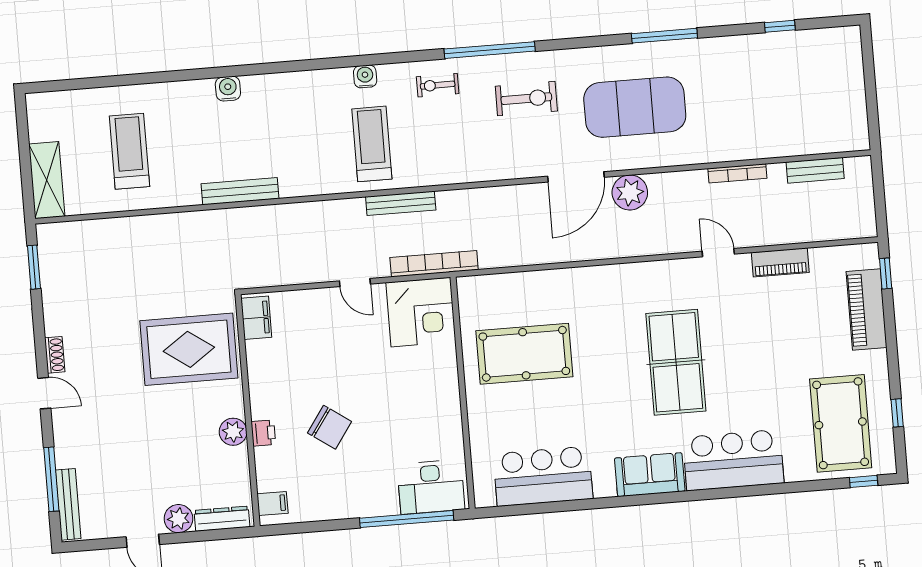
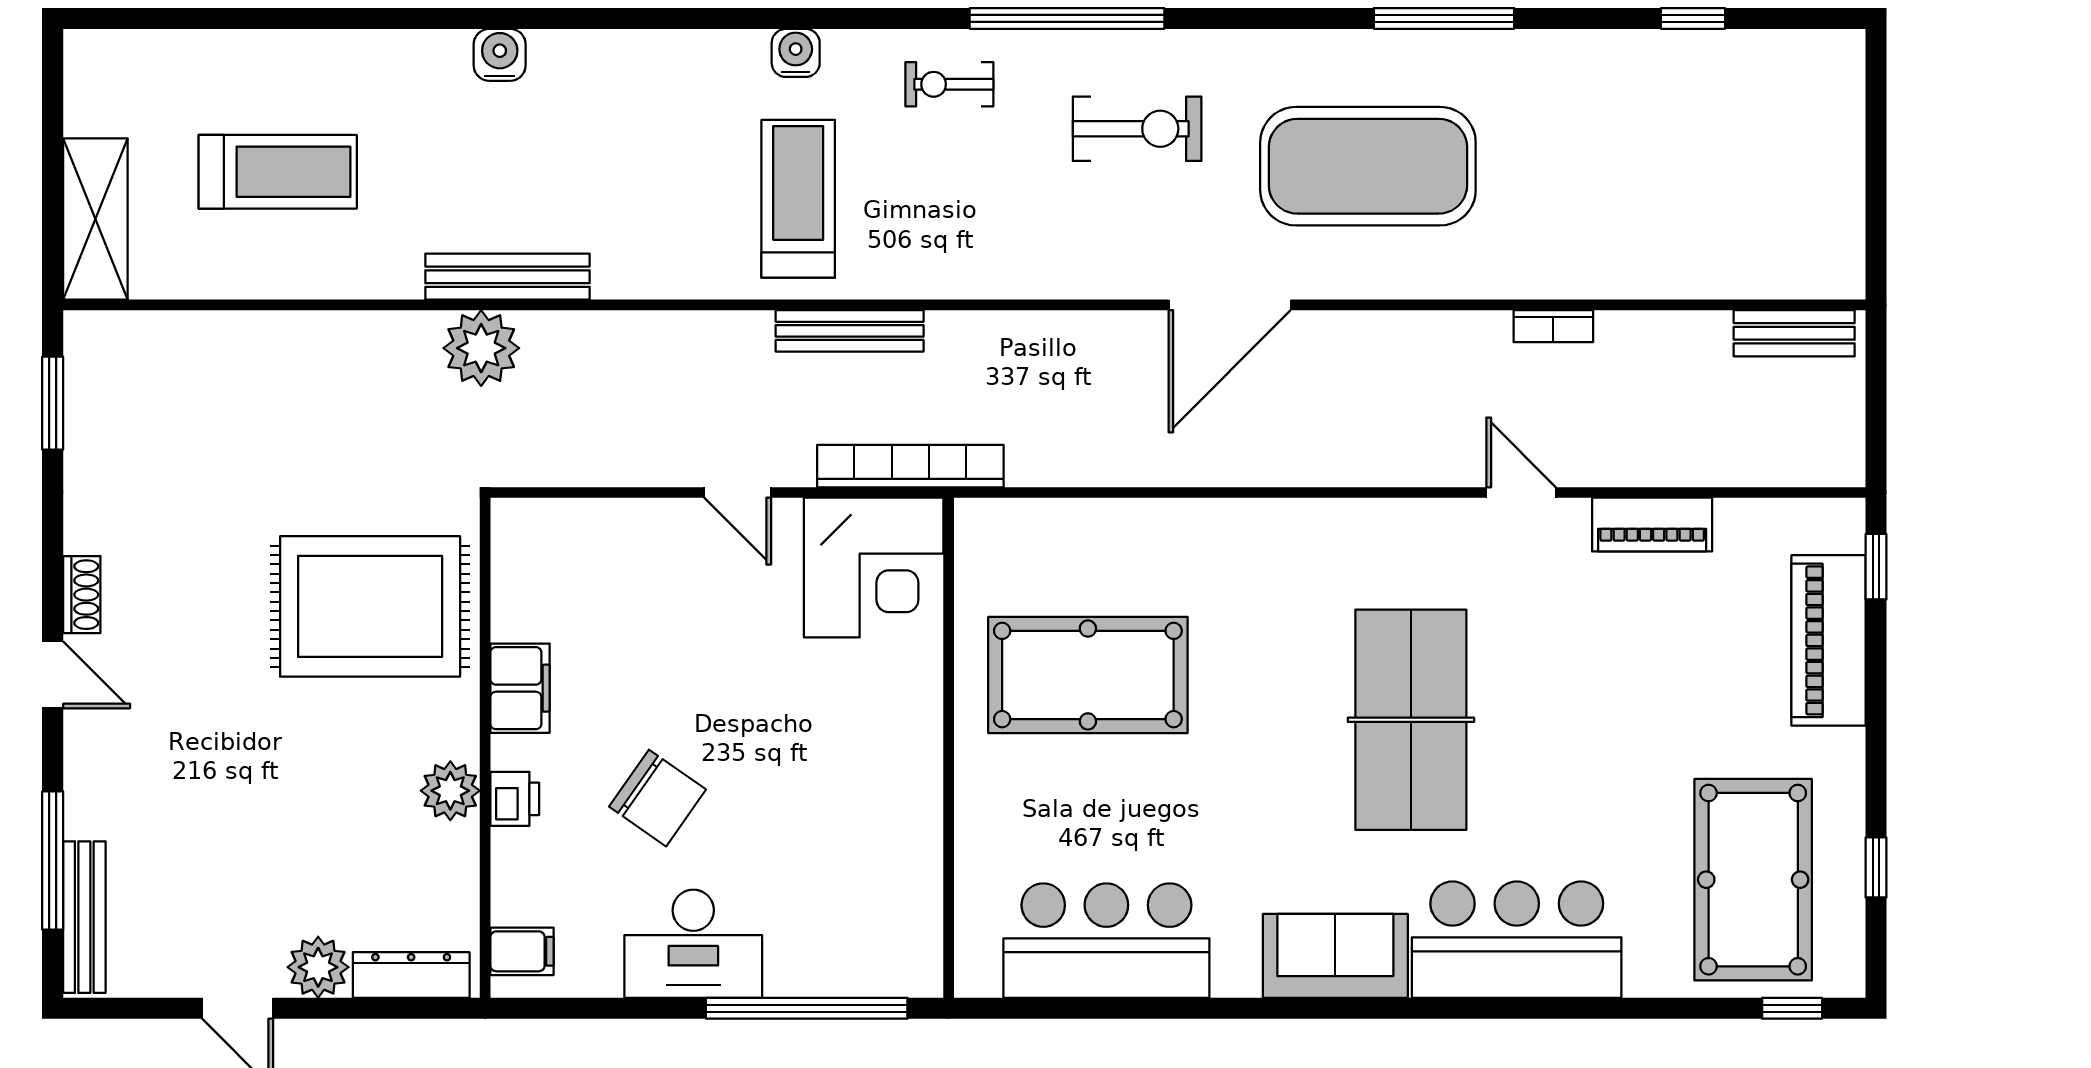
treadmill: (129, 151) -> (278, 172), turned 90
bench: (815, 170) -> (1794, 333), moved
bookcase: (737, 173) -> (1553, 326), width x0.64
plant: (630, 192) -> (481, 348), moved
filing cabinet: (256, 318) -> (520, 688), moved
desk: (431, 487) -> (693, 944), moved

